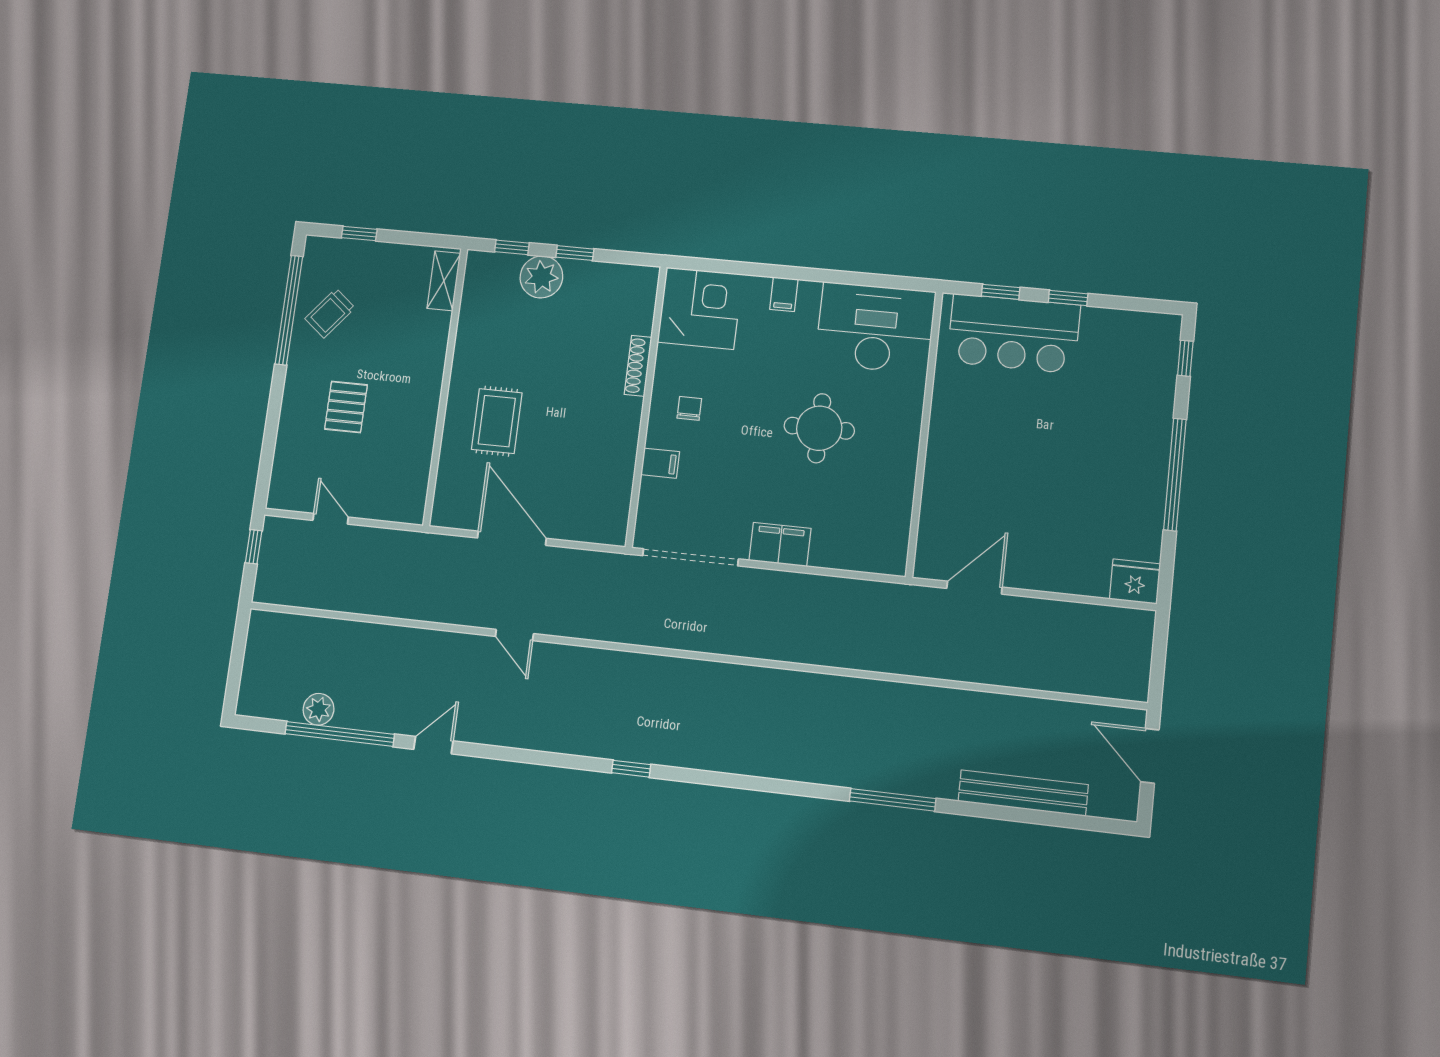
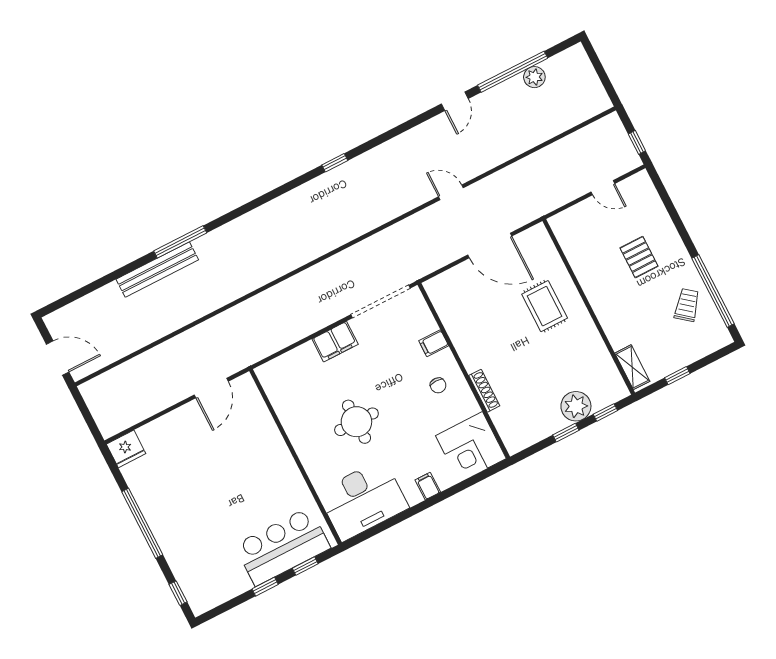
window: (359, 233) -> (677, 376), moved
bench: (1023, 793) -> (157, 270), moved

